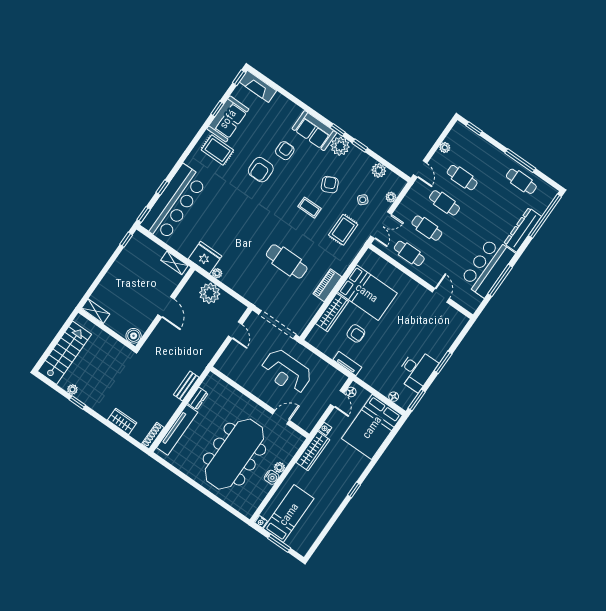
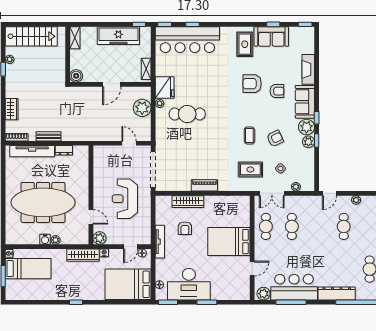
fireplace: (258, 86) -> (308, 69), moved
plant: (379, 170) -> (308, 142), moved
cafe table: (444, 203) -> (318, 226), removed
cafe table: (287, 261) -> (187, 114), moved, turned 90
freezer: (123, 267) -> (118, 36), added
bed: (367, 293) -> (229, 242), moved, turned 90
plant: (473, 301) -> (264, 294), added
door: (235, 330) -> (129, 143), swing flipped
tv unit: (347, 364) -> (160, 242), width x1.41
desk: (417, 370) -> (189, 284), width x1.36, depth x1.30
bench: (186, 386) -> (49, 136), moved
plant: (308, 423) -> (100, 238), added

